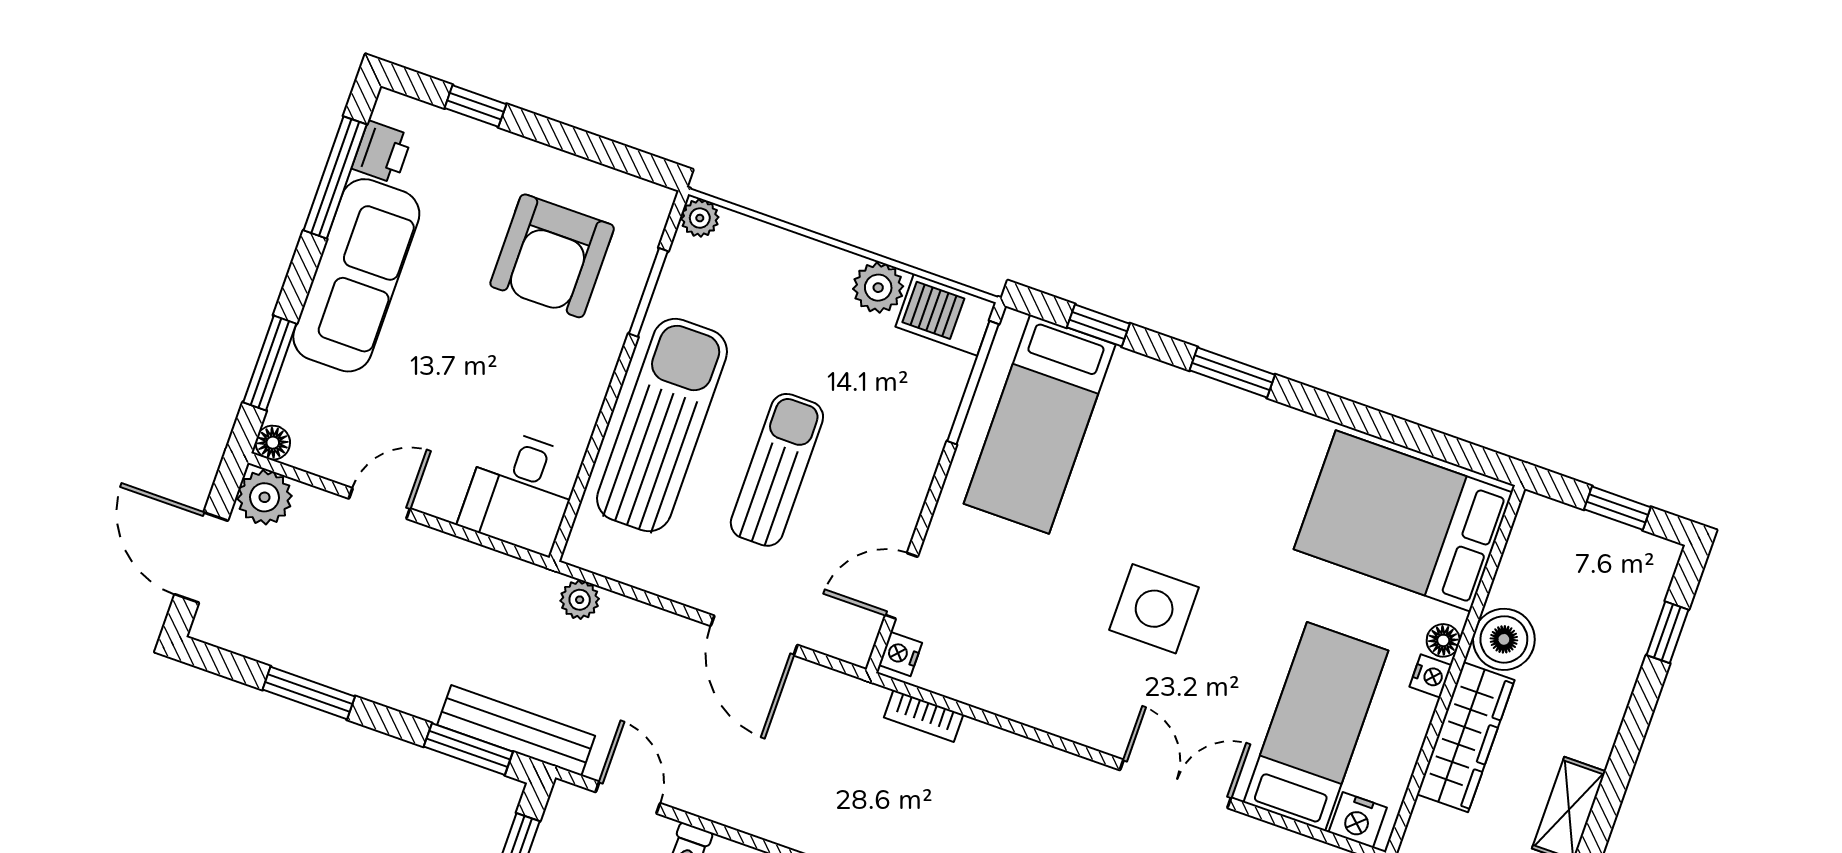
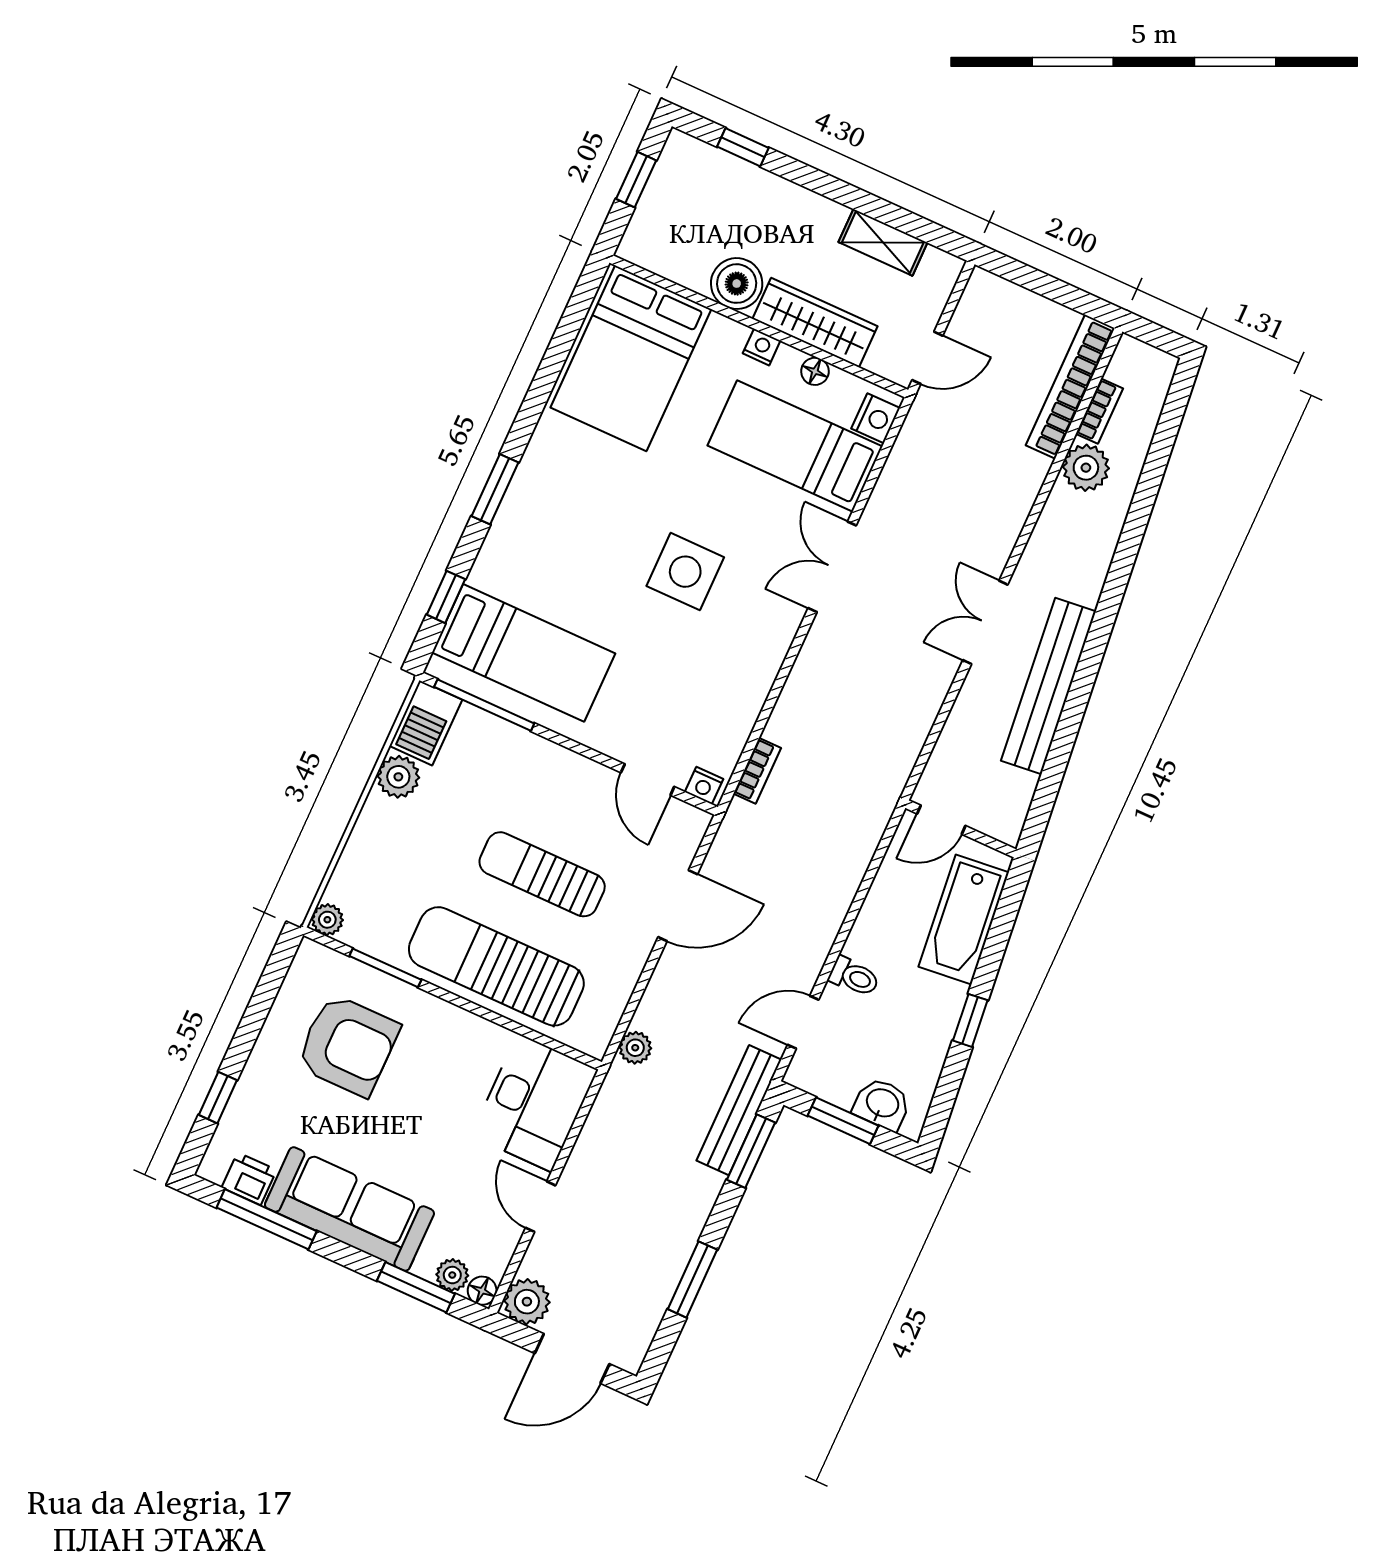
plant: (288, 405) -> (452, 1275), added
desk: (521, 491) -> (535, 1103), width x1.37
floor lamp: (1443, 640) -> (815, 371), moved

